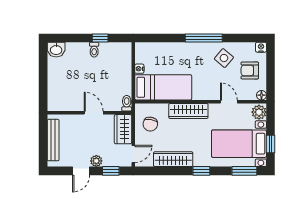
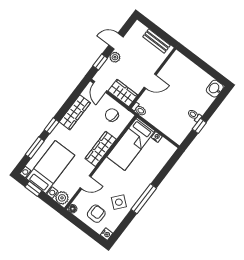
bench: (53, 140) -> (157, 41), width x0.73
door: (81, 171) -> (116, 41), hinge flipped
window: (244, 171) -> (35, 148), moved

